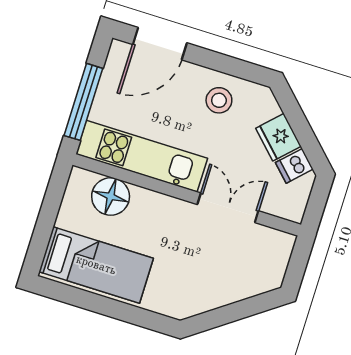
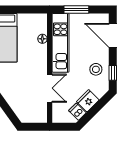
window: (237, 68) -> (113, 73), added
window: (83, 102) -> (76, 10), width x0.69
floor lamp: (111, 196) -> (42, 39), width x0.53, depth x0.53

